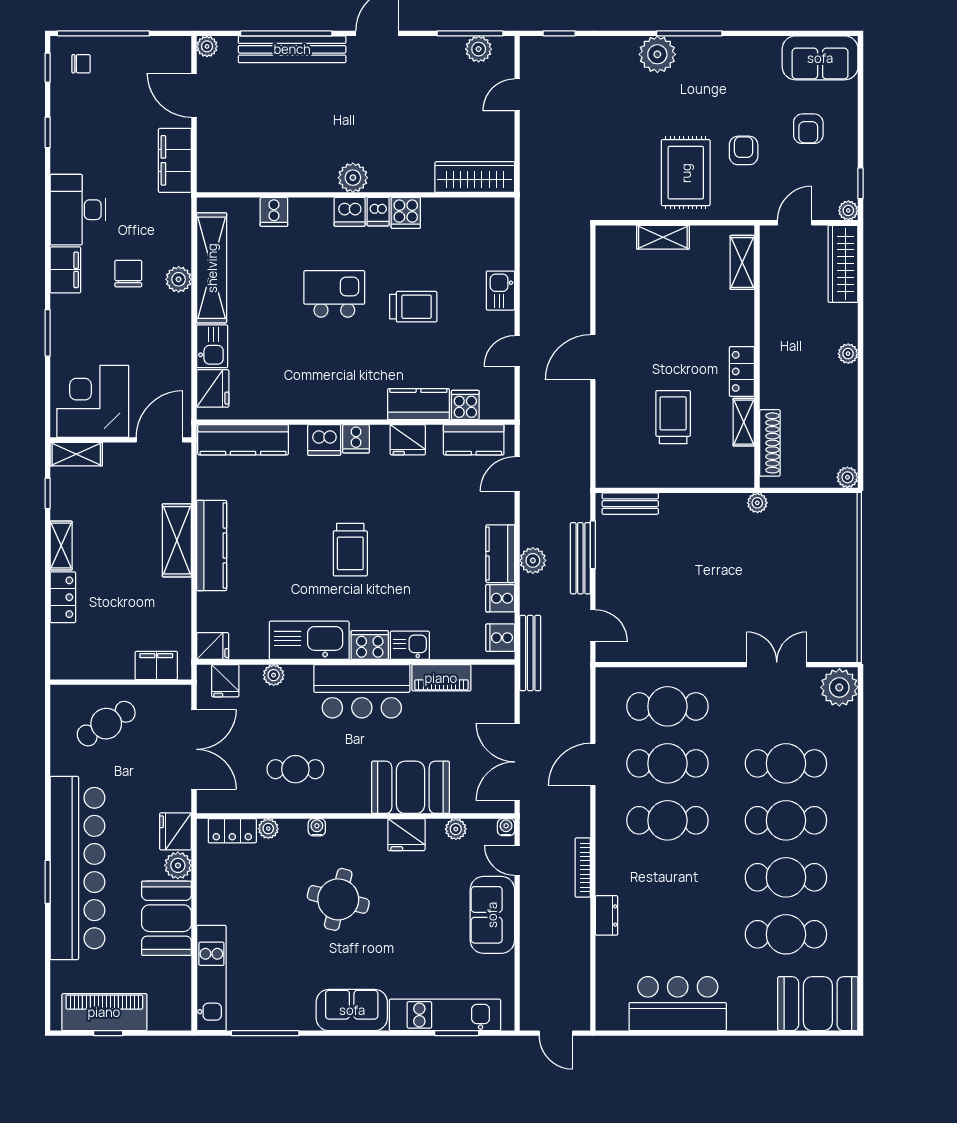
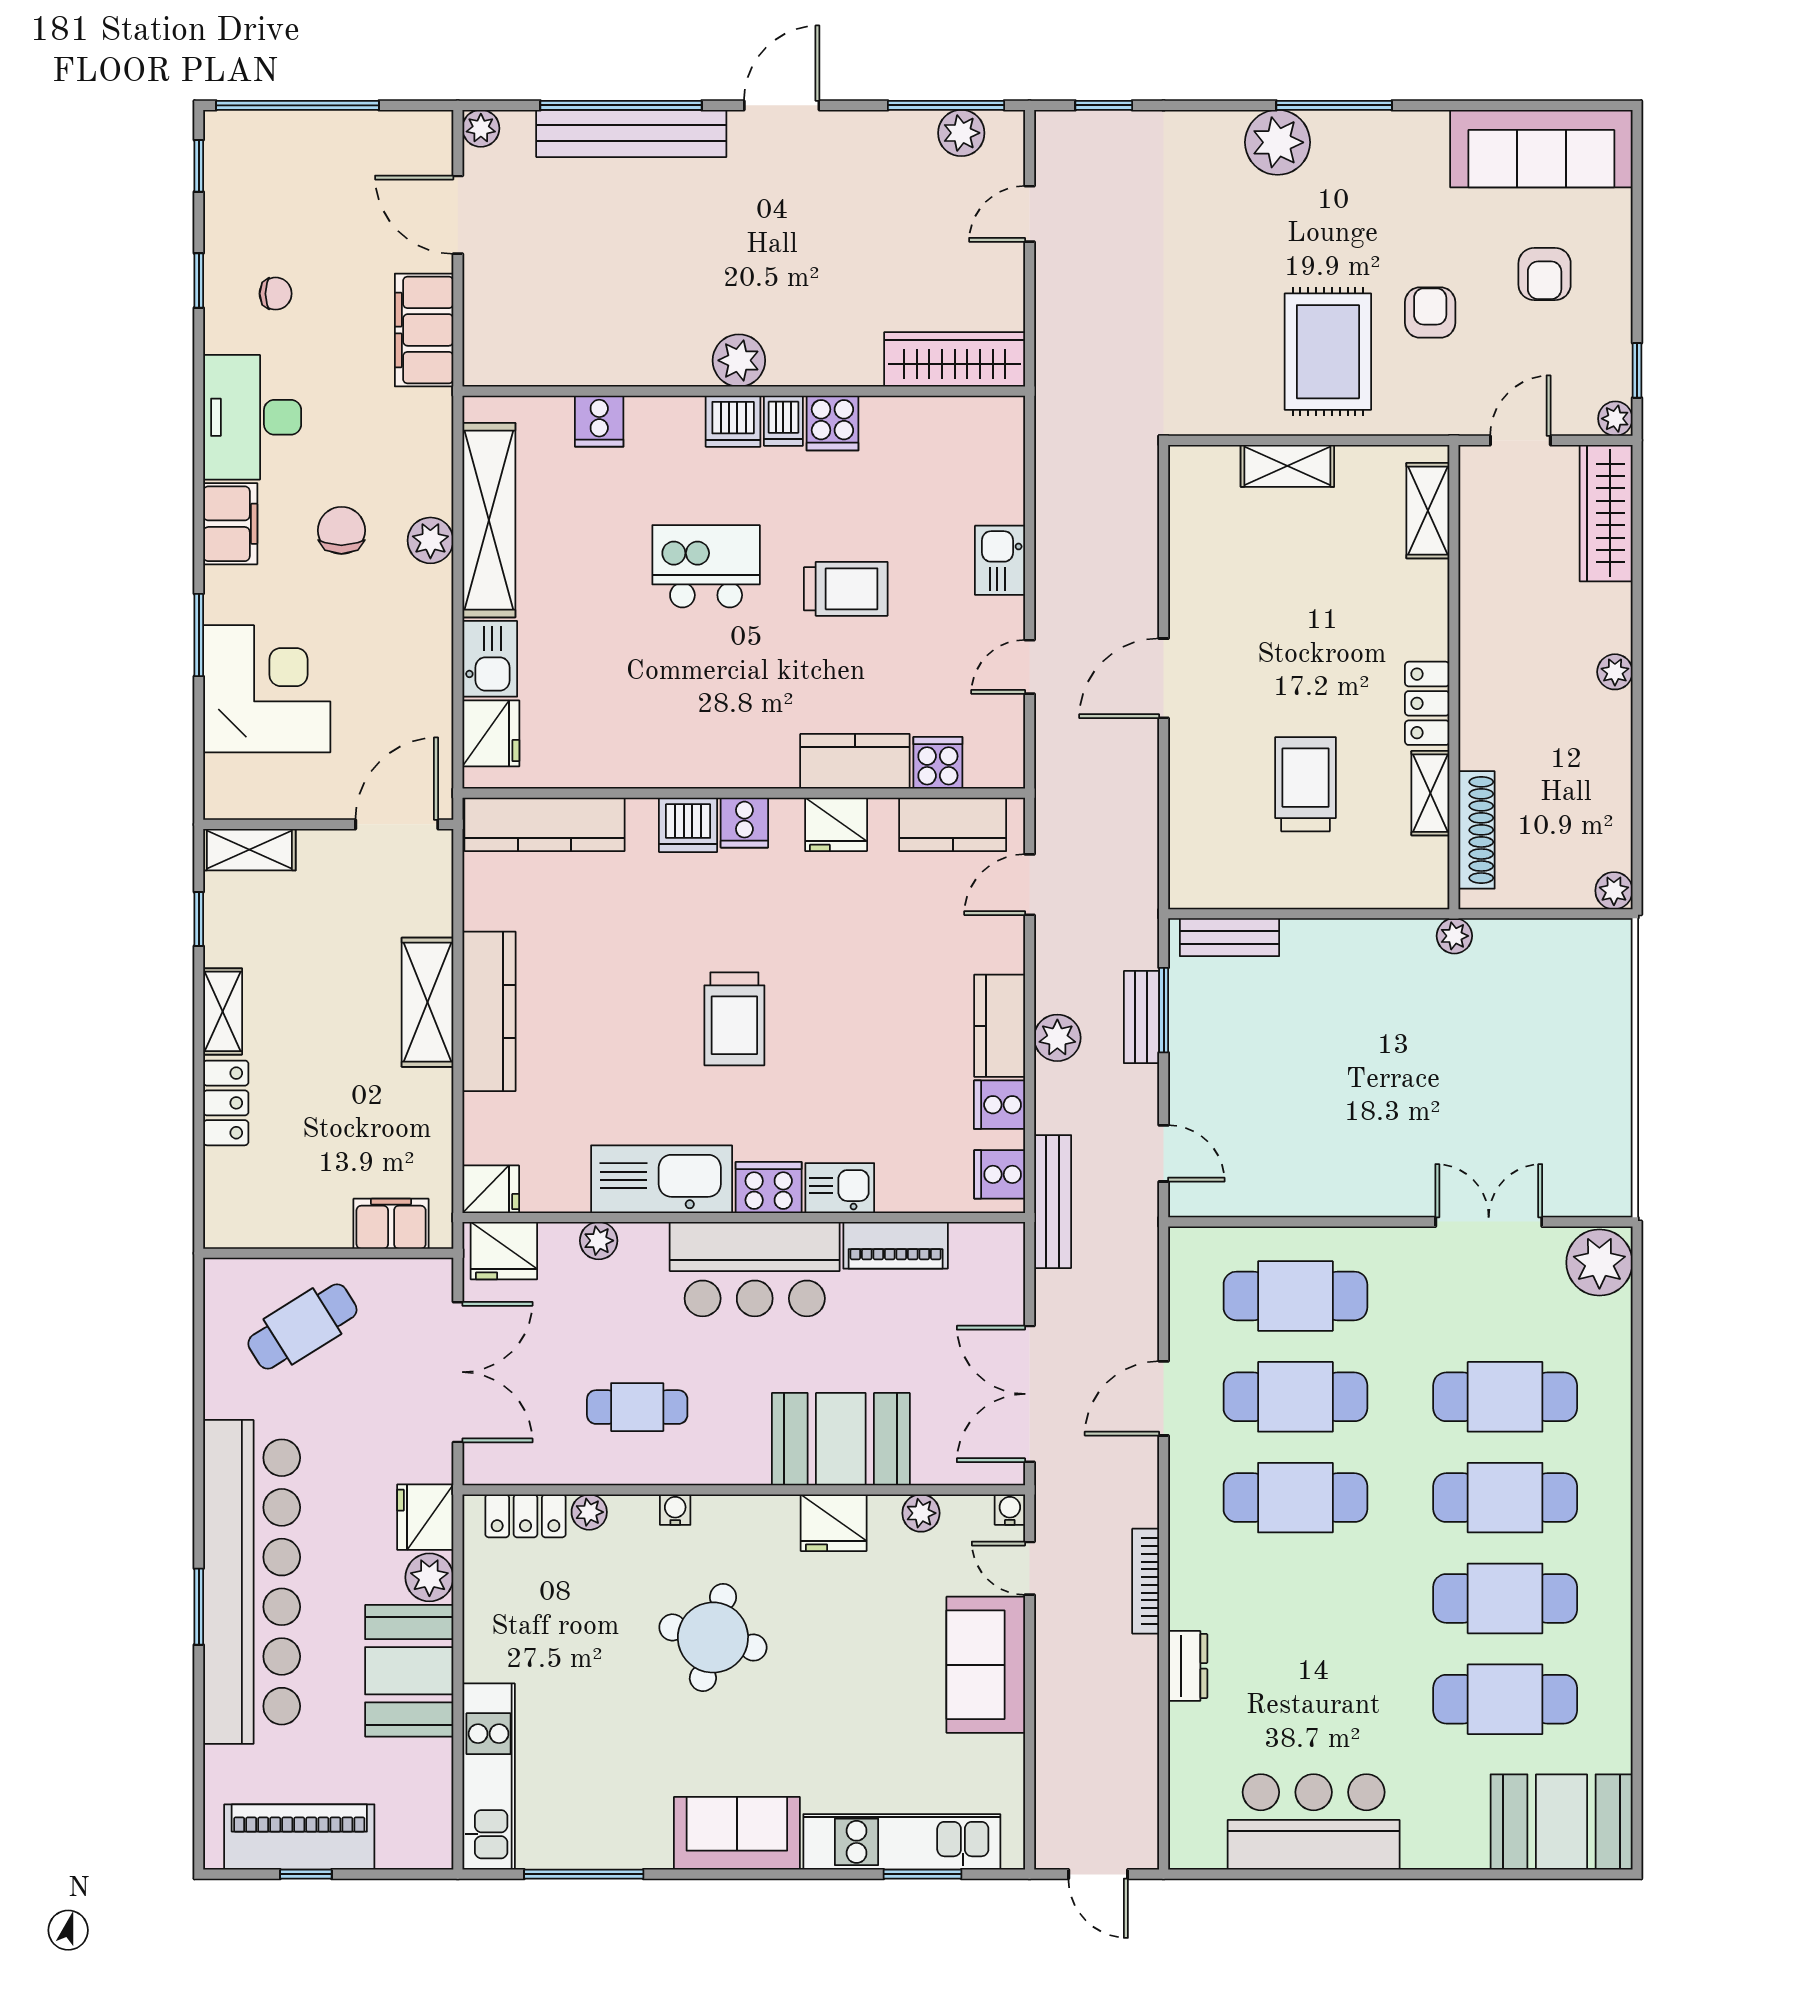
sofa: (820, 58) -> (1541, 149), width x1.36
chair: (81, 64) -> (276, 294), moved
corner desk: (93, 401) -> (267, 689), moved, turned 90
bench: (580, 558) -> (1141, 1017), width x0.73
fridge: (225, 681) -> (504, 1251), width x1.38

